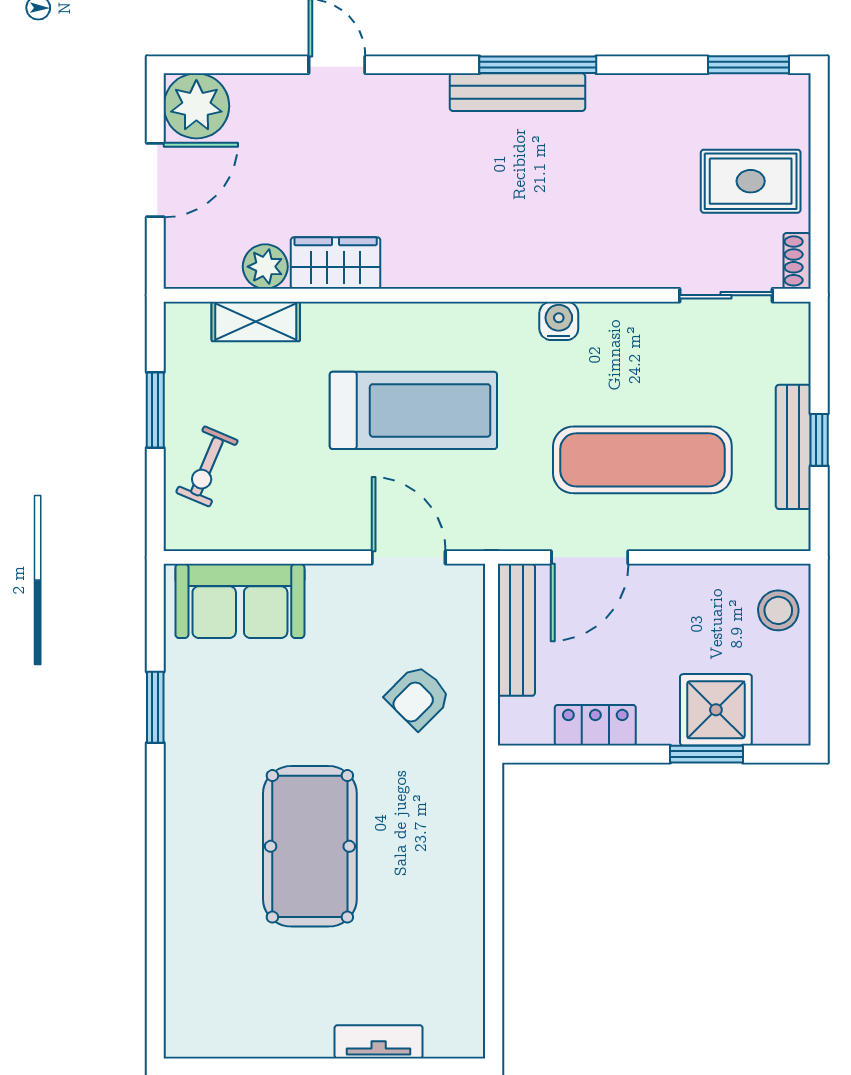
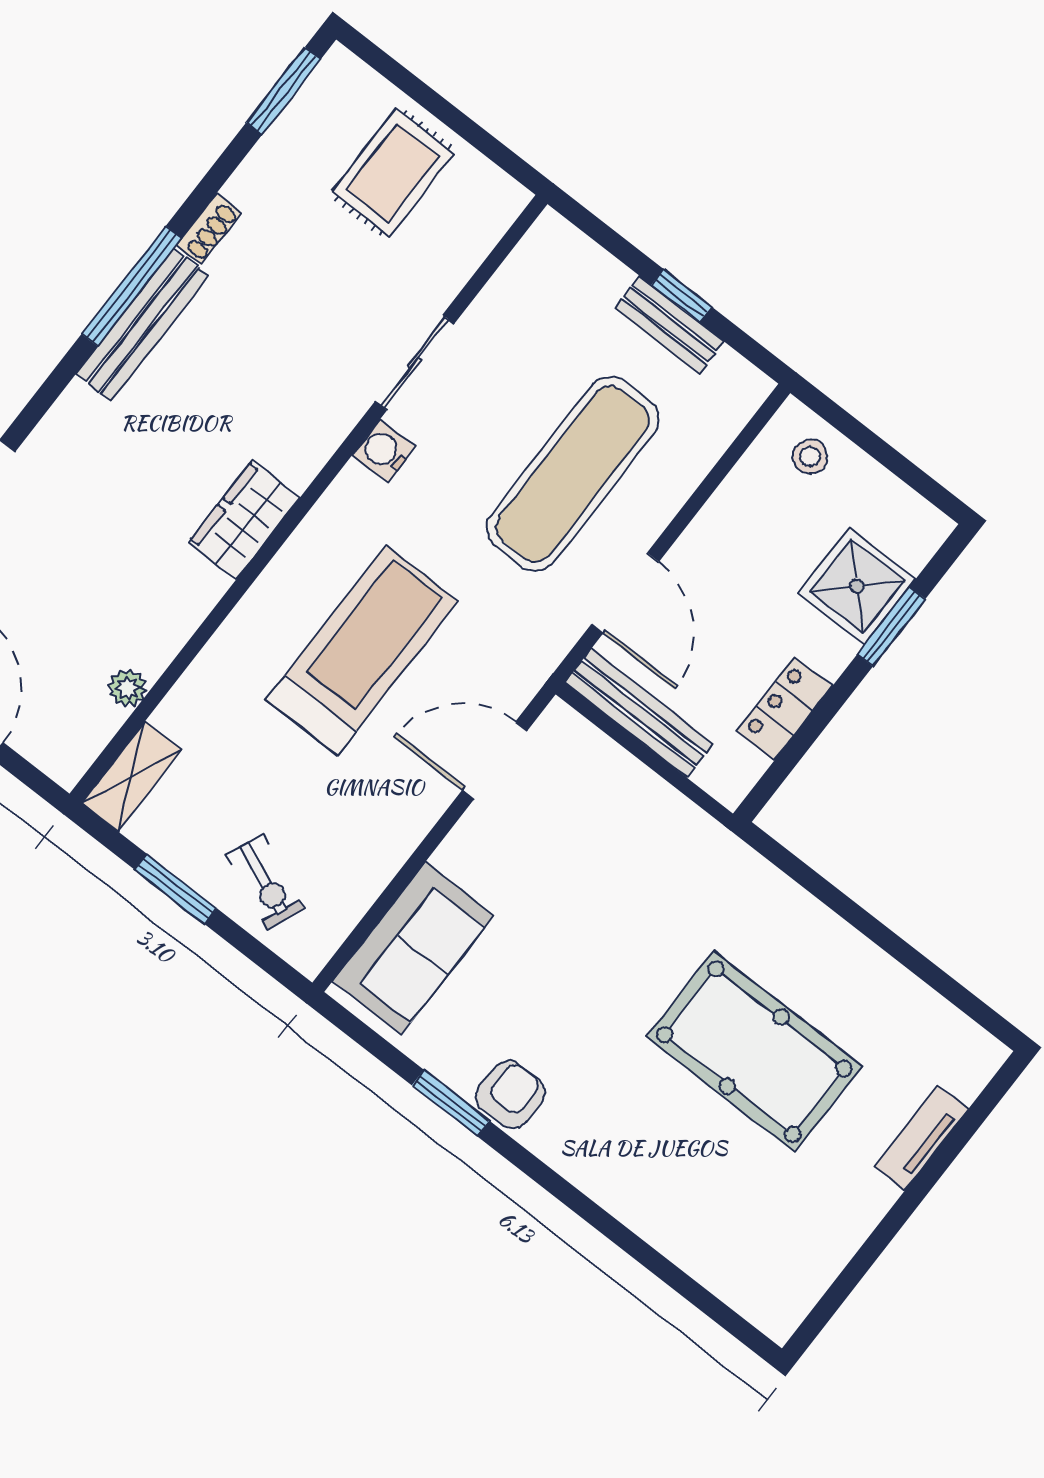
shoe rack: (797, 261) -> (209, 229), moved, turned -90
wardrobe: (336, 263) -> (244, 520), moved
plant: (265, 267) -> (128, 688), width x0.73, depth x0.73
sliding door: (726, 295) -> (415, 363), moved
shelving: (256, 321) -> (131, 776), moved
bench: (793, 447) -> (670, 325), width x0.73
stool: (778, 610) -> (810, 457), width x0.73, depth x0.73
armchair: (418, 697) -> (510, 1094), moved, turned -135
pool table: (310, 846) -> (754, 1052), moved

